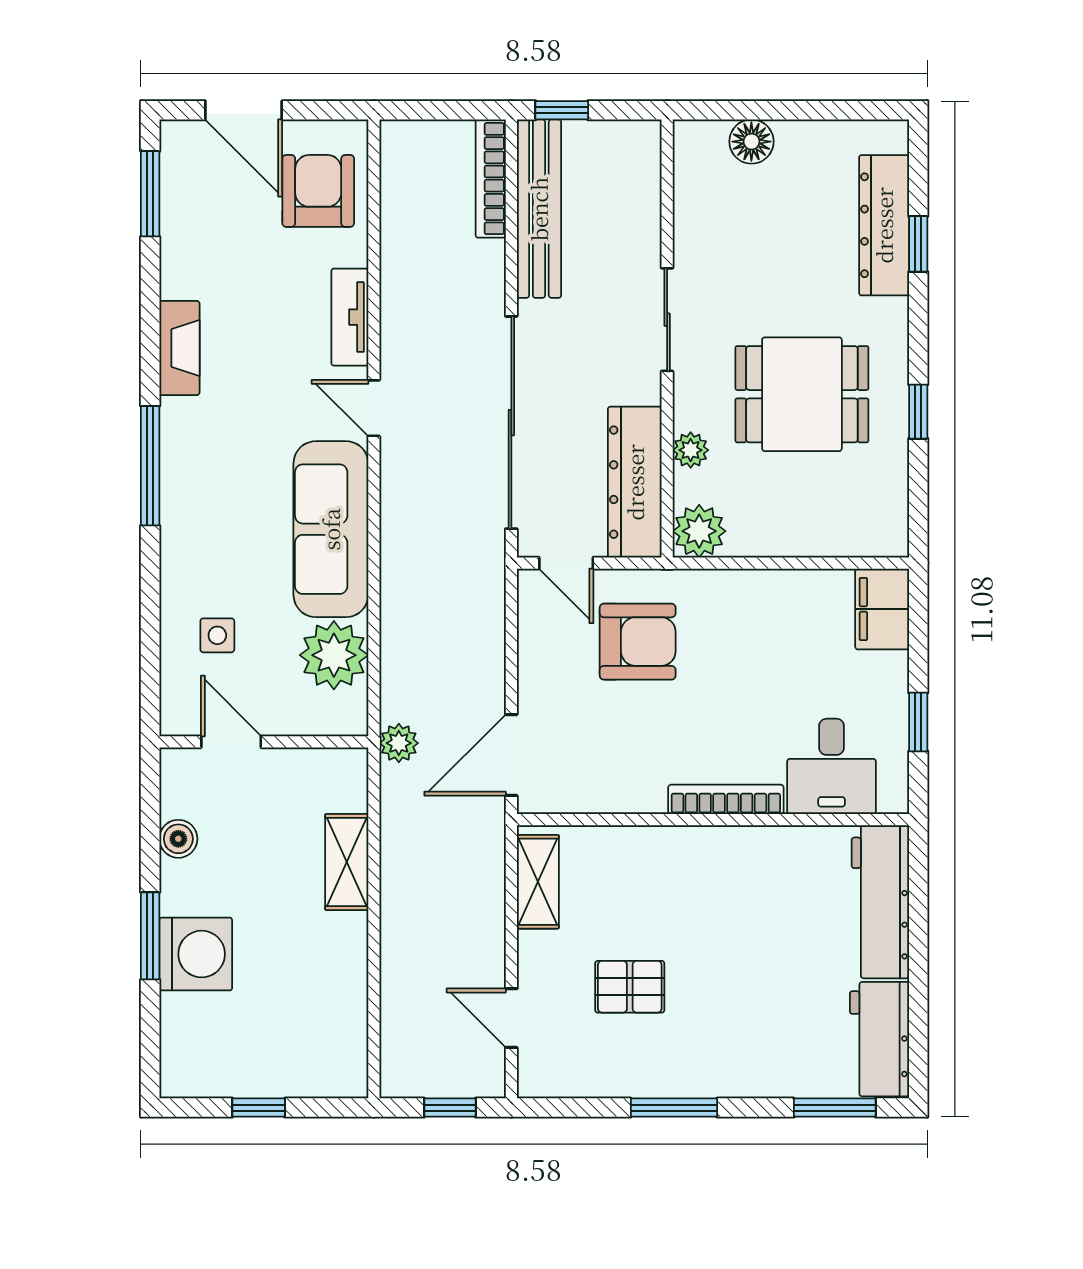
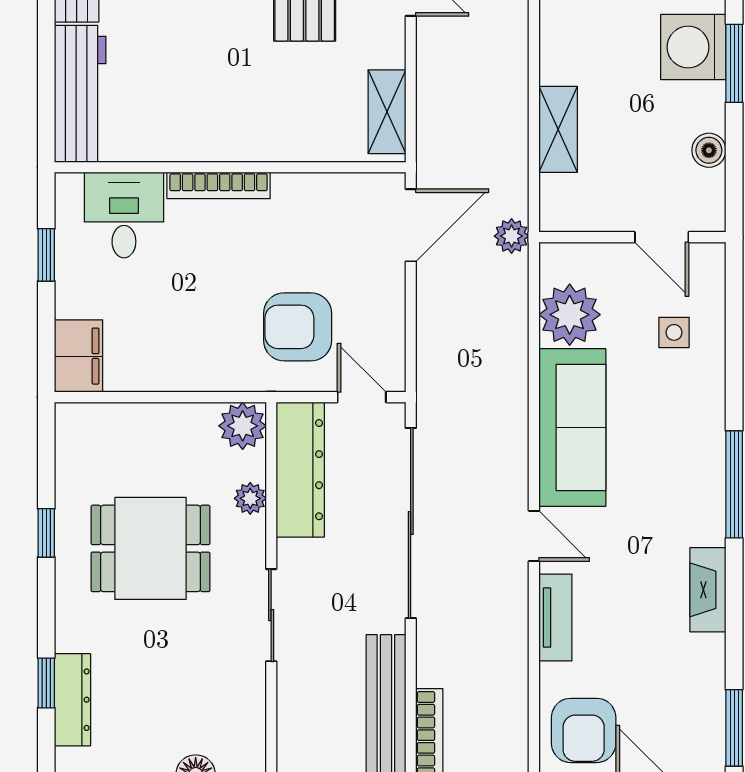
dresser: (884, 225) -> (73, 700), width x0.73, depth x0.80

